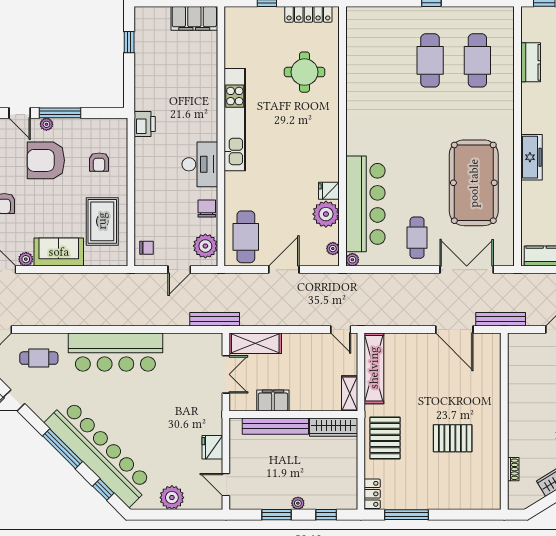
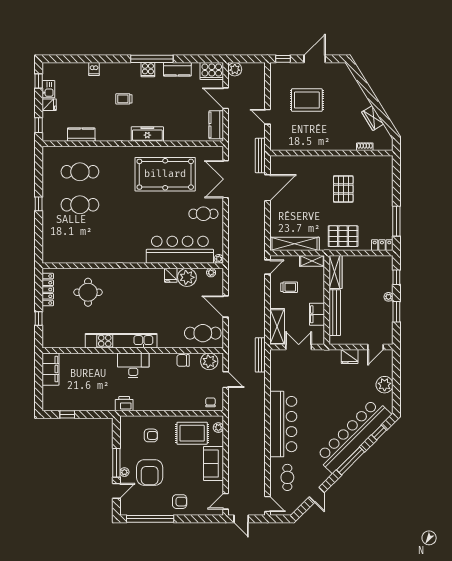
desk: (200, 164) -> (133, 365), moved
plant: (26, 259) -> (218, 428), moved
trolley: (312, 361) -> (289, 287), added

